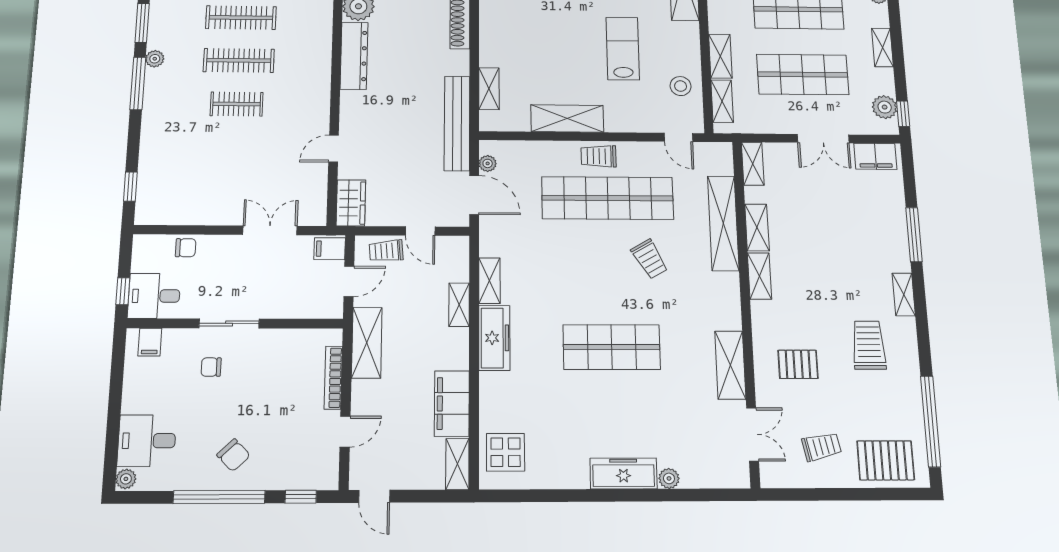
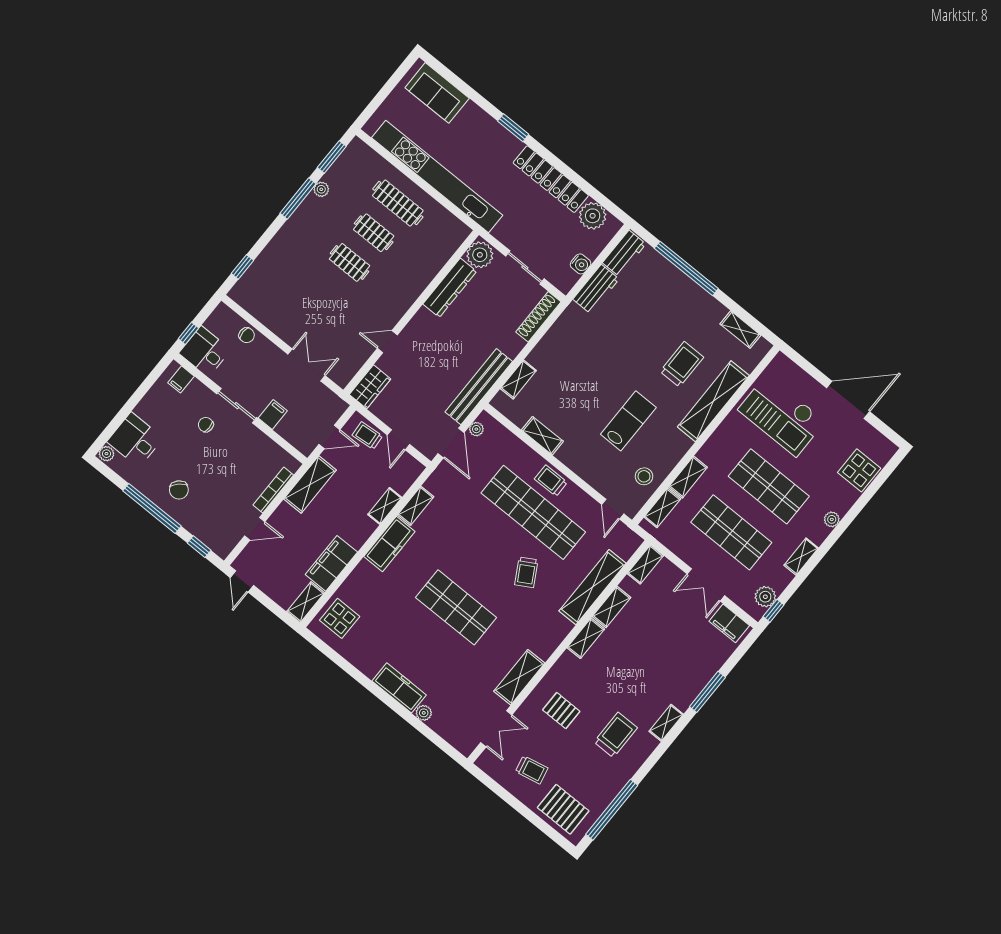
clothes rail: (239, 60) -> (374, 233), width x0.73
shelving: (567, 118) -> (542, 436), width x0.67, depth x0.75
filing cabinet: (330, 249) -> (273, 414), moved, turned 90

